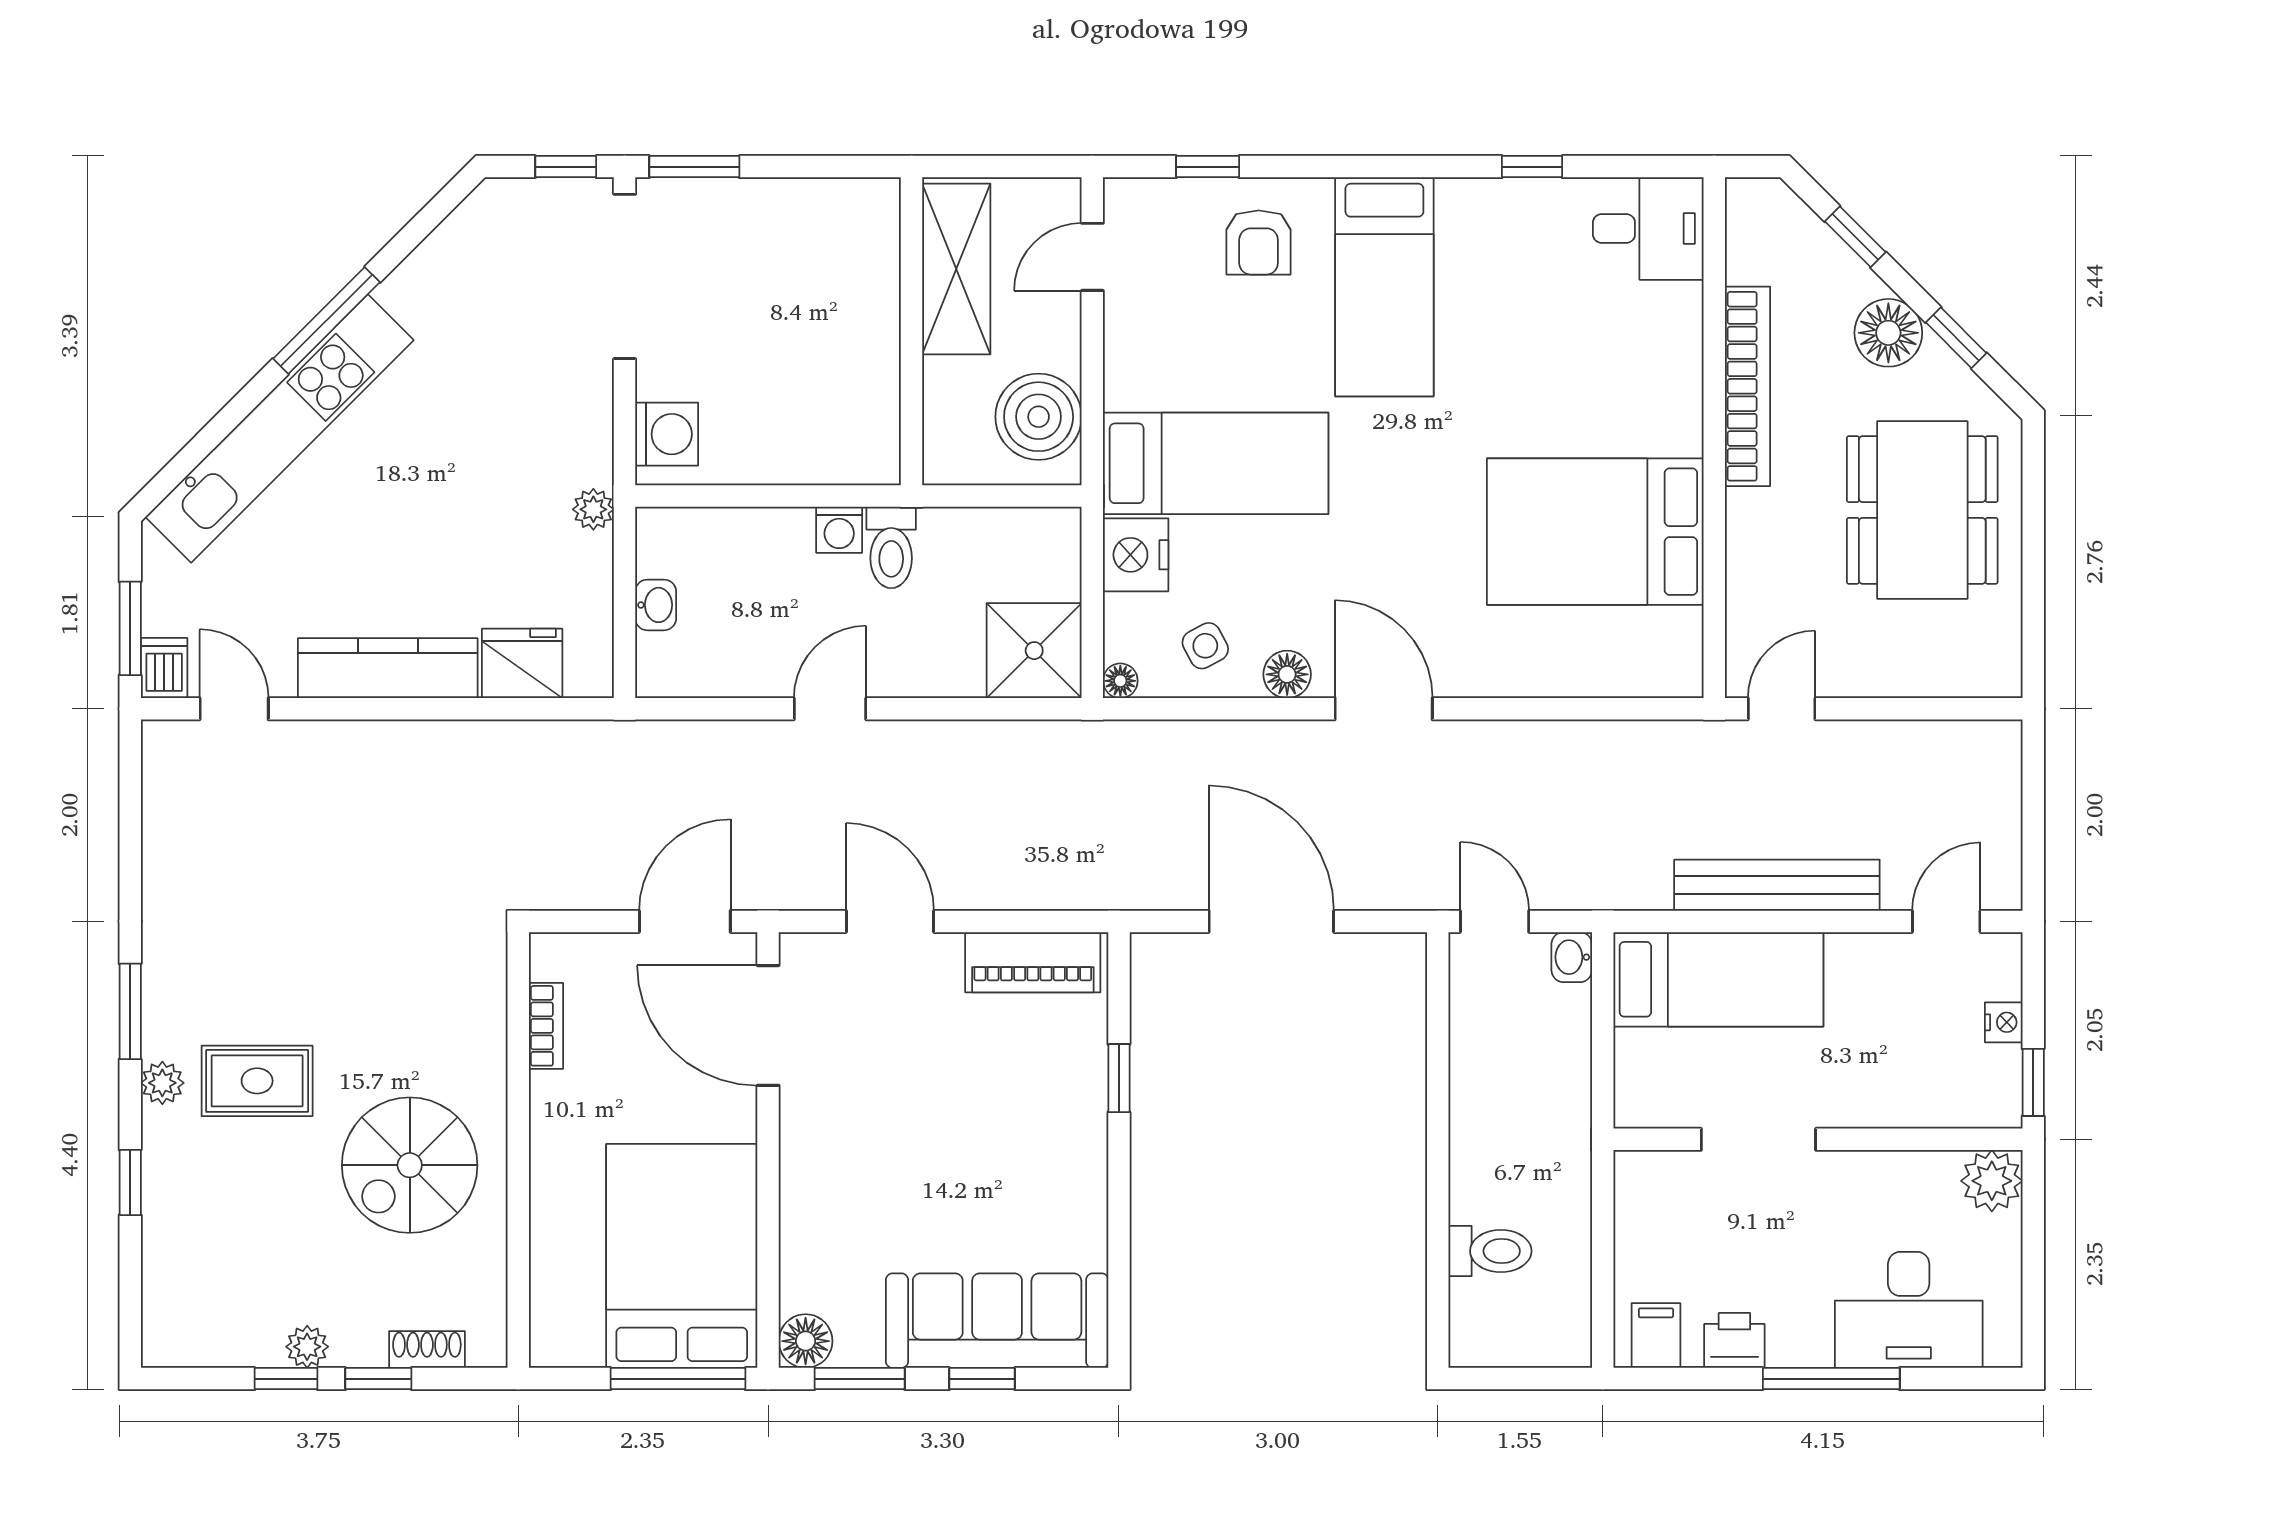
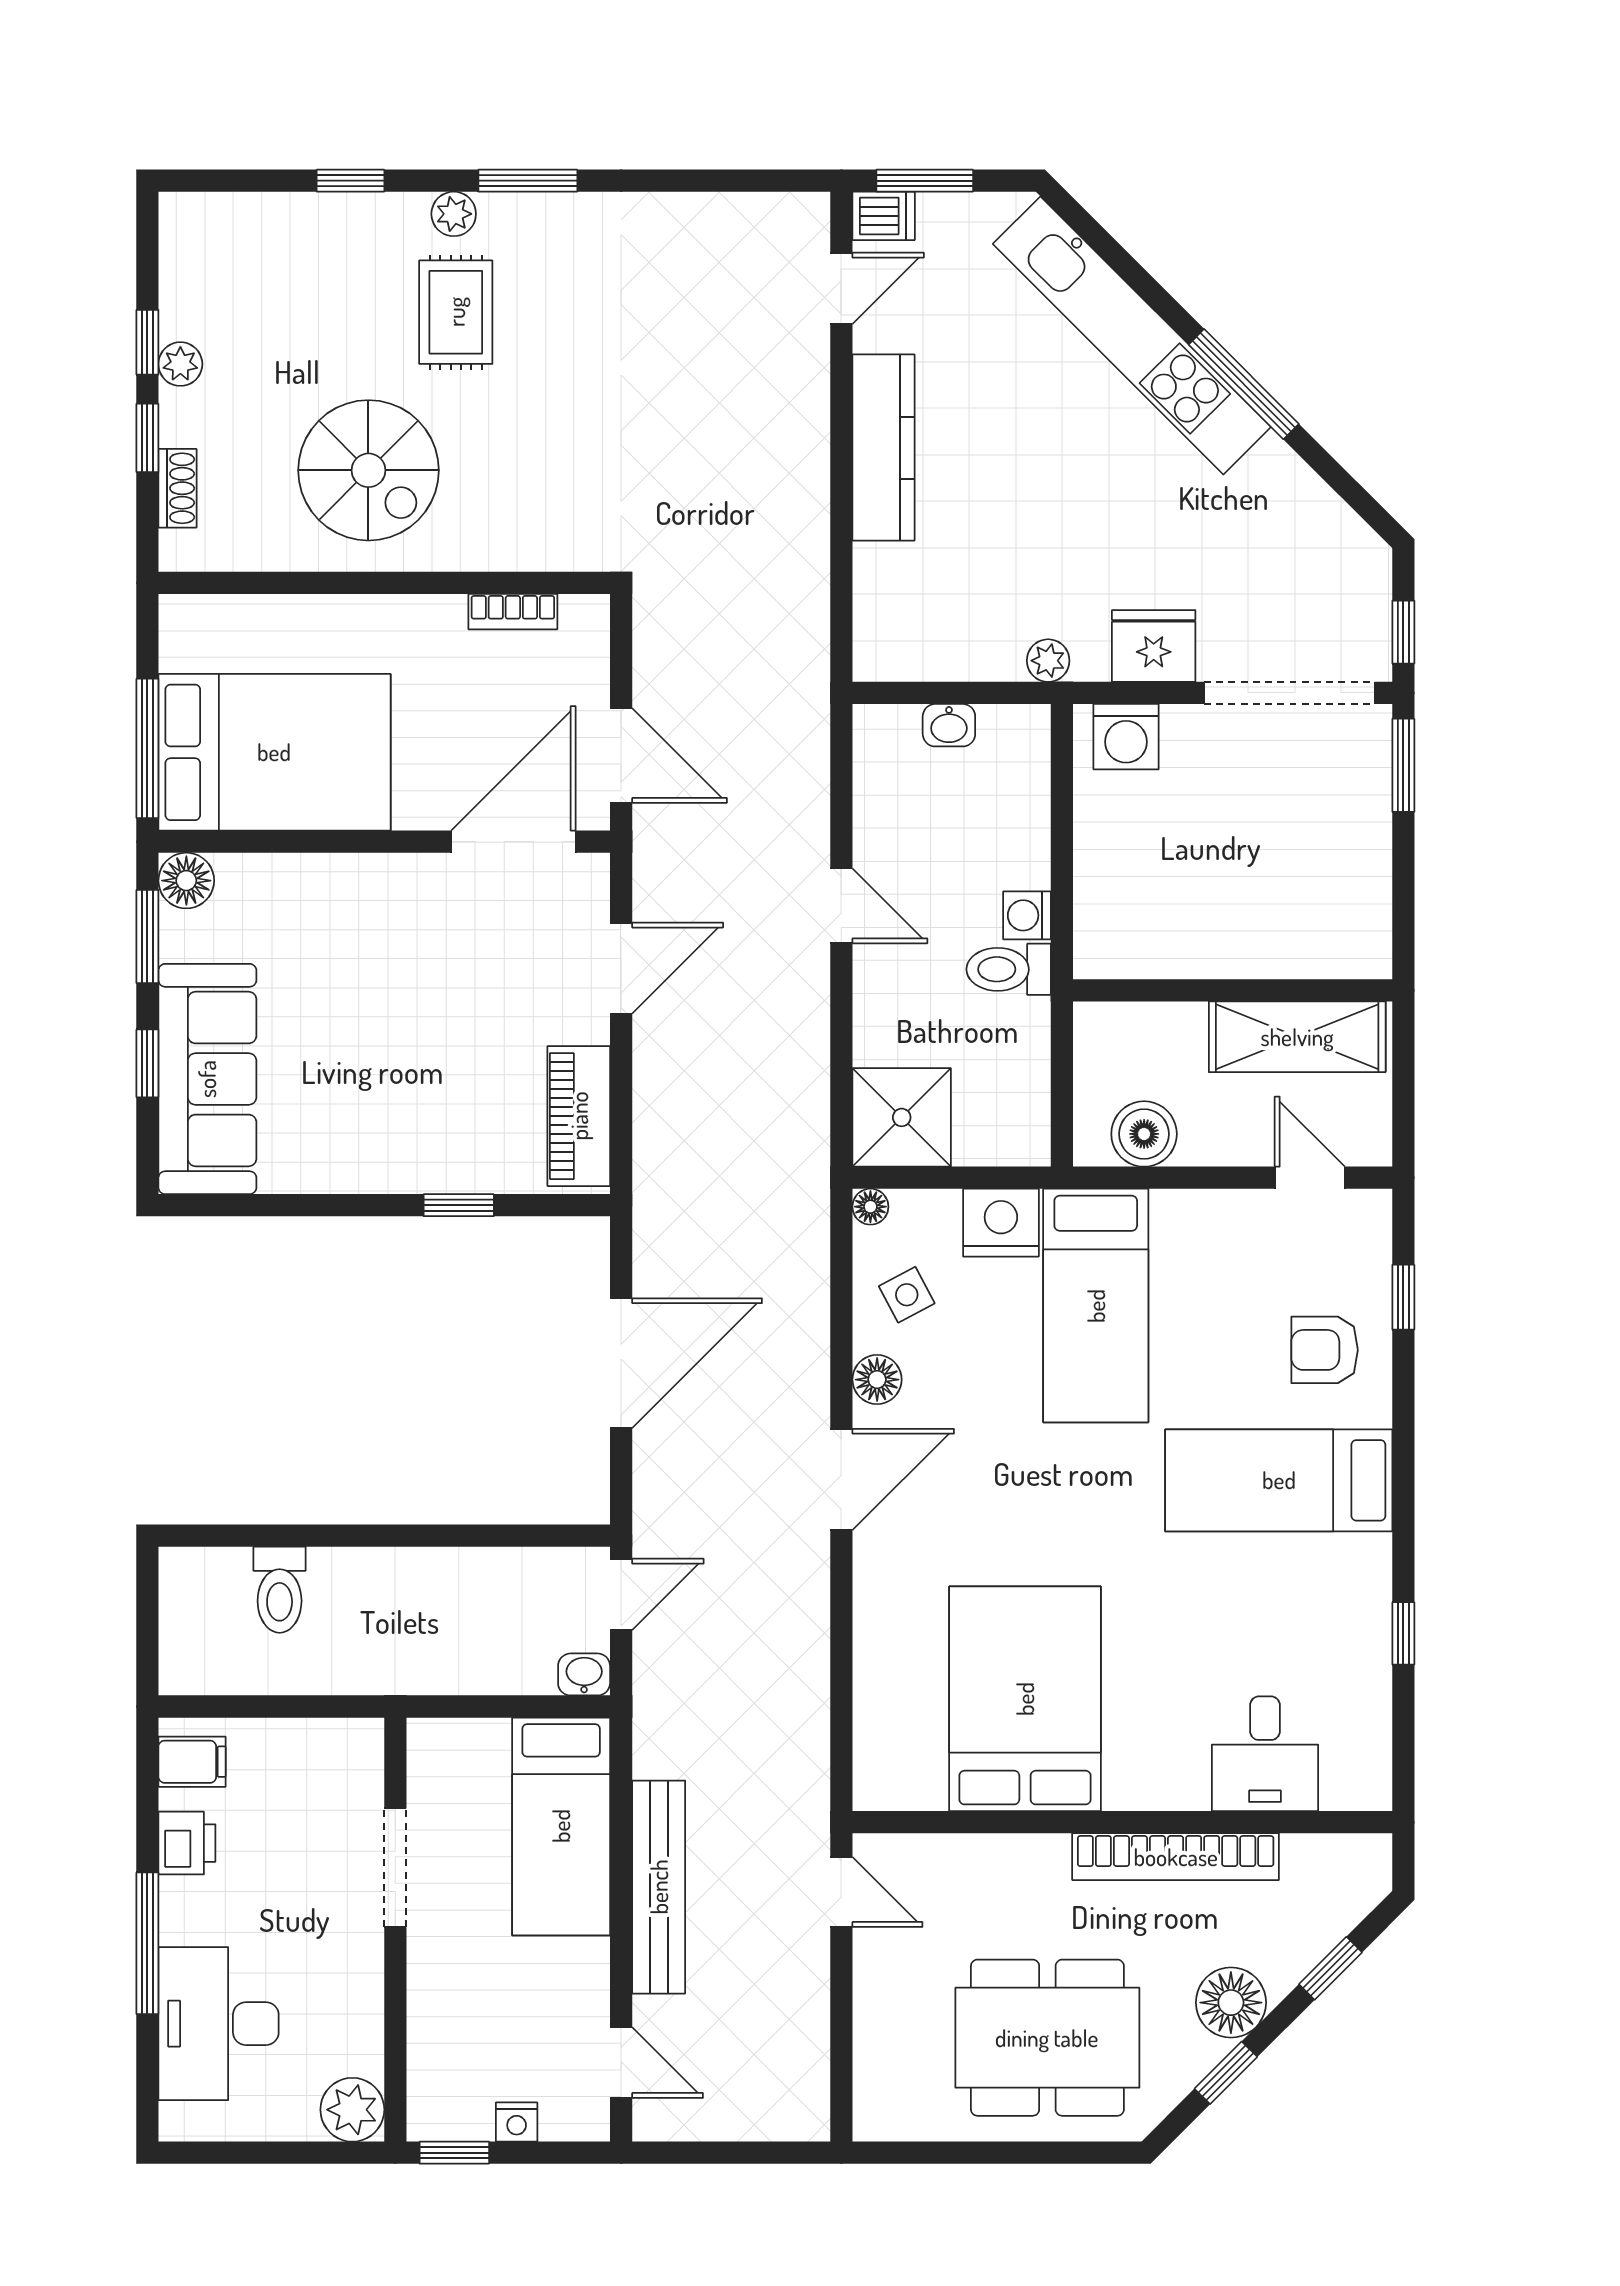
desk: (1648, 229) -> (1265, 1754), moved
boiler: (1039, 417) -> (1144, 1134), width x0.73, depth x0.73
fridge: (522, 663) -> (1154, 646), moved, turned -90
spiral stairs: (410, 1165) -> (368, 470), turned 180

